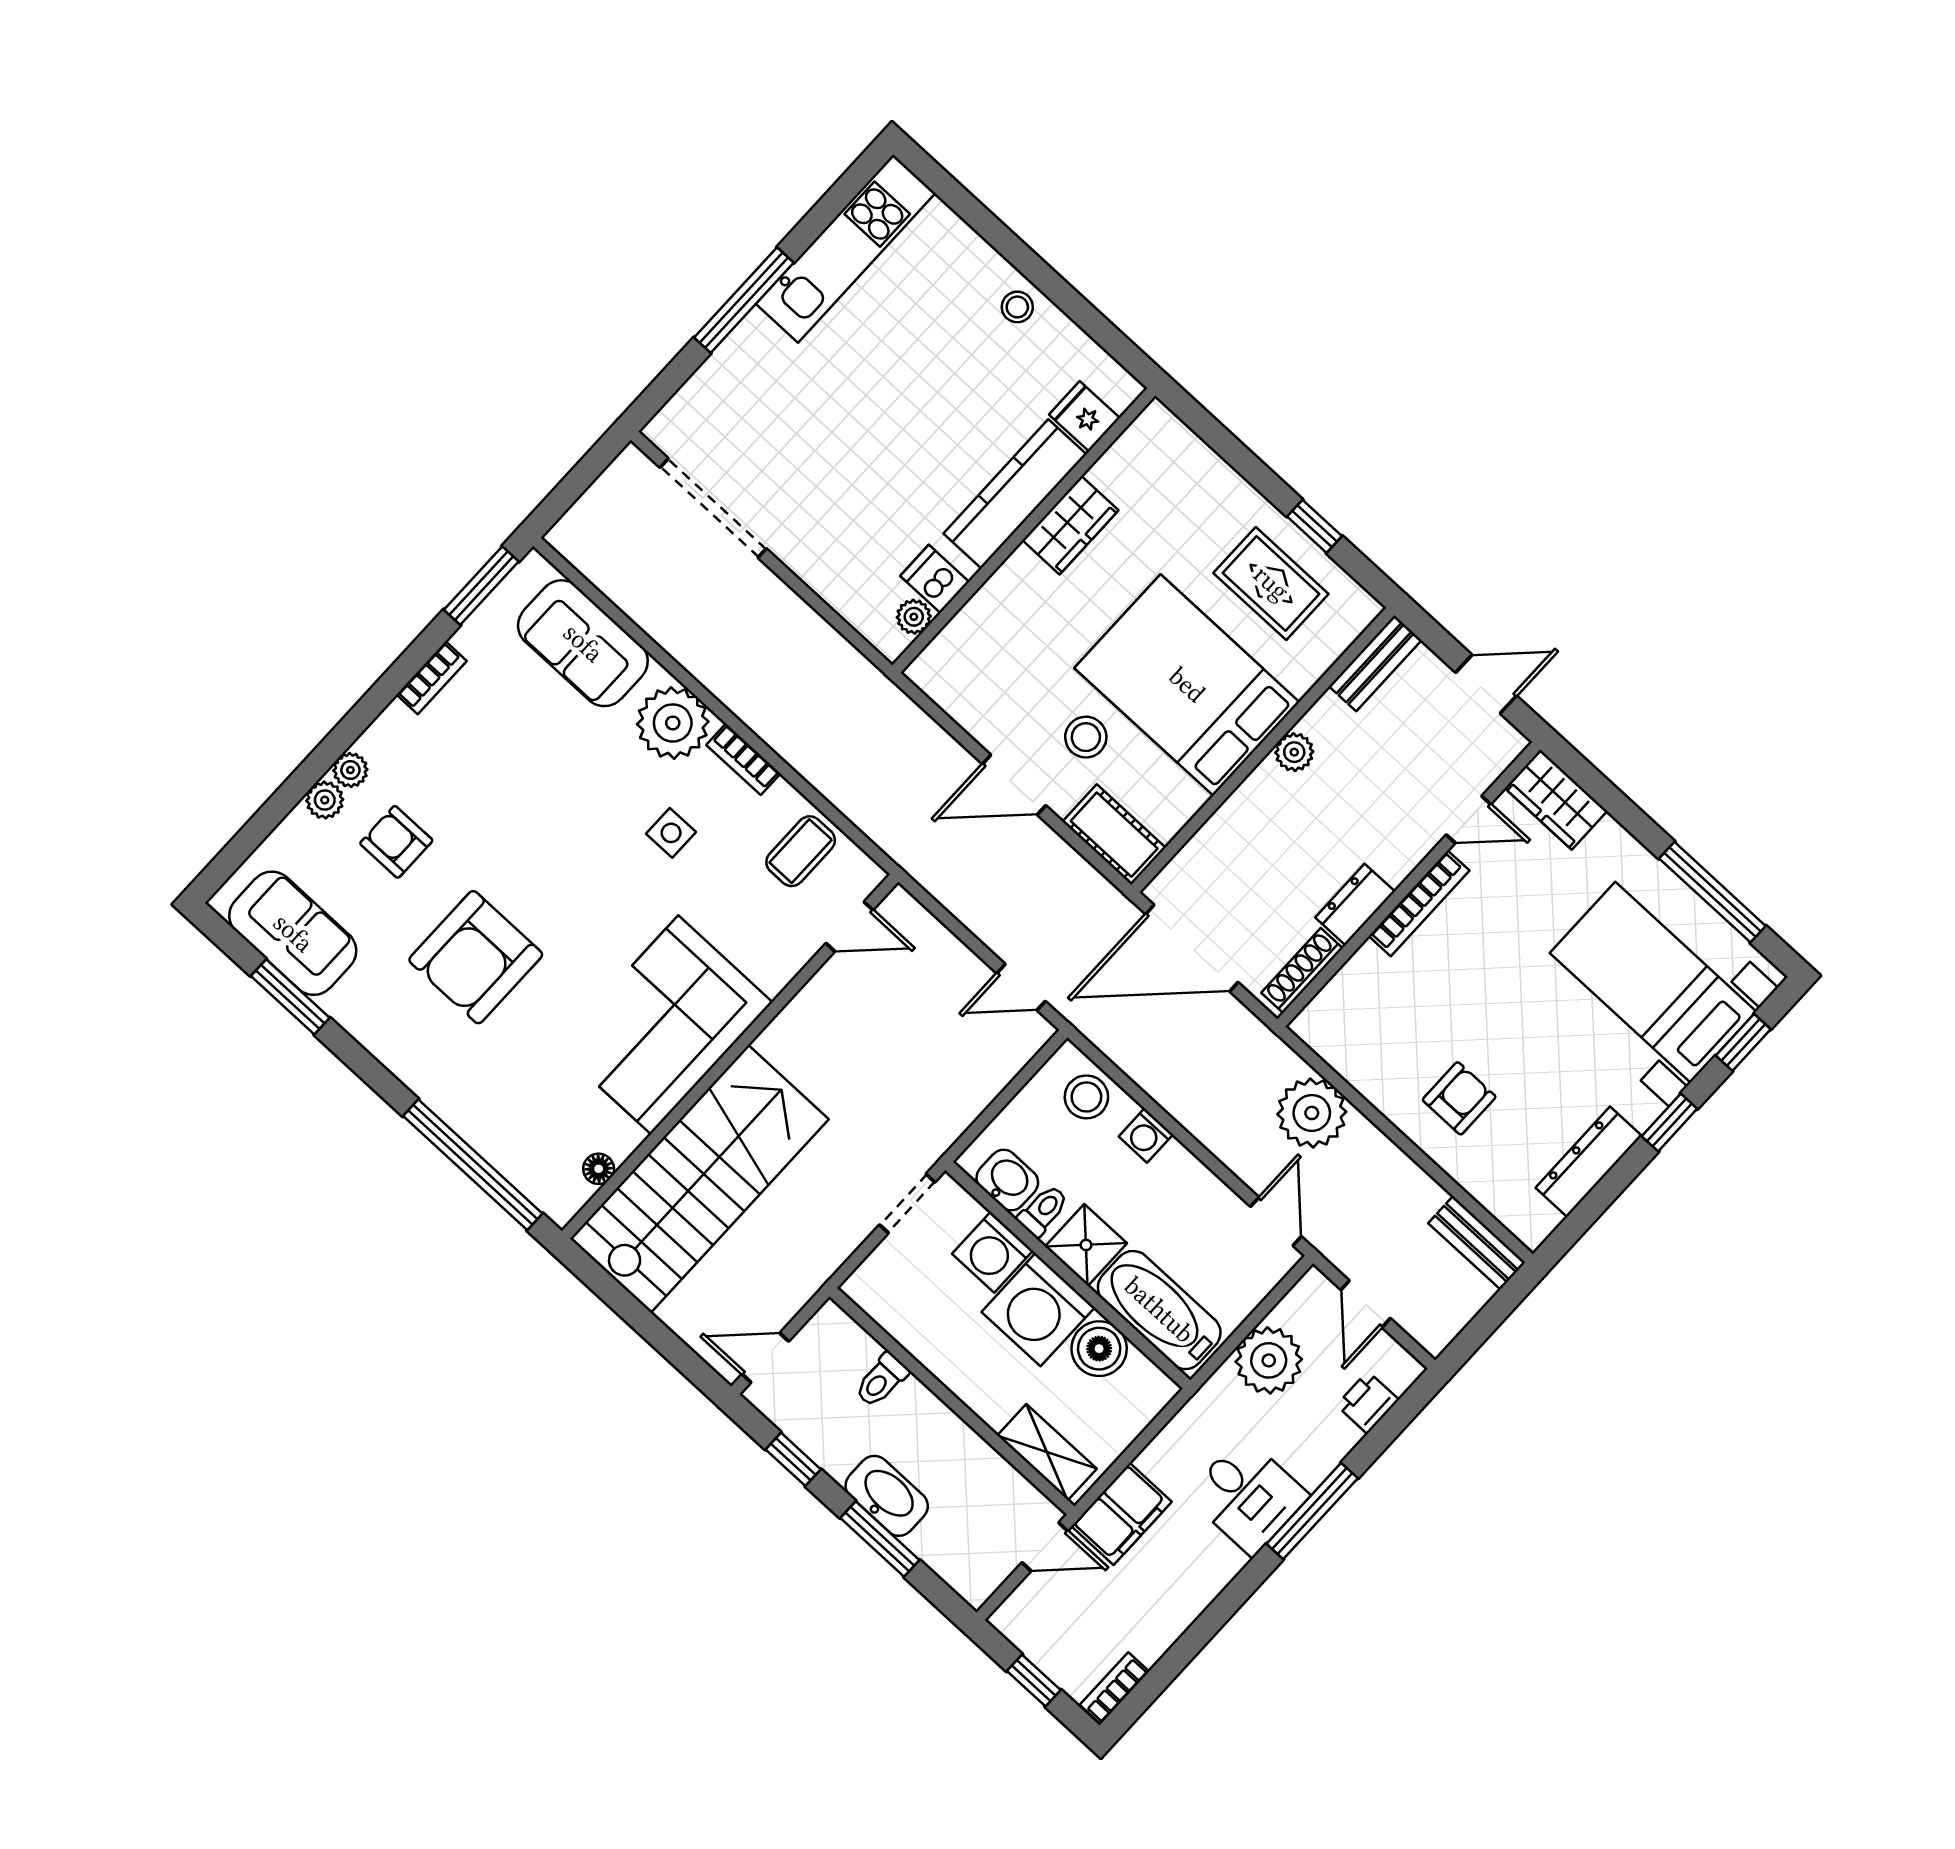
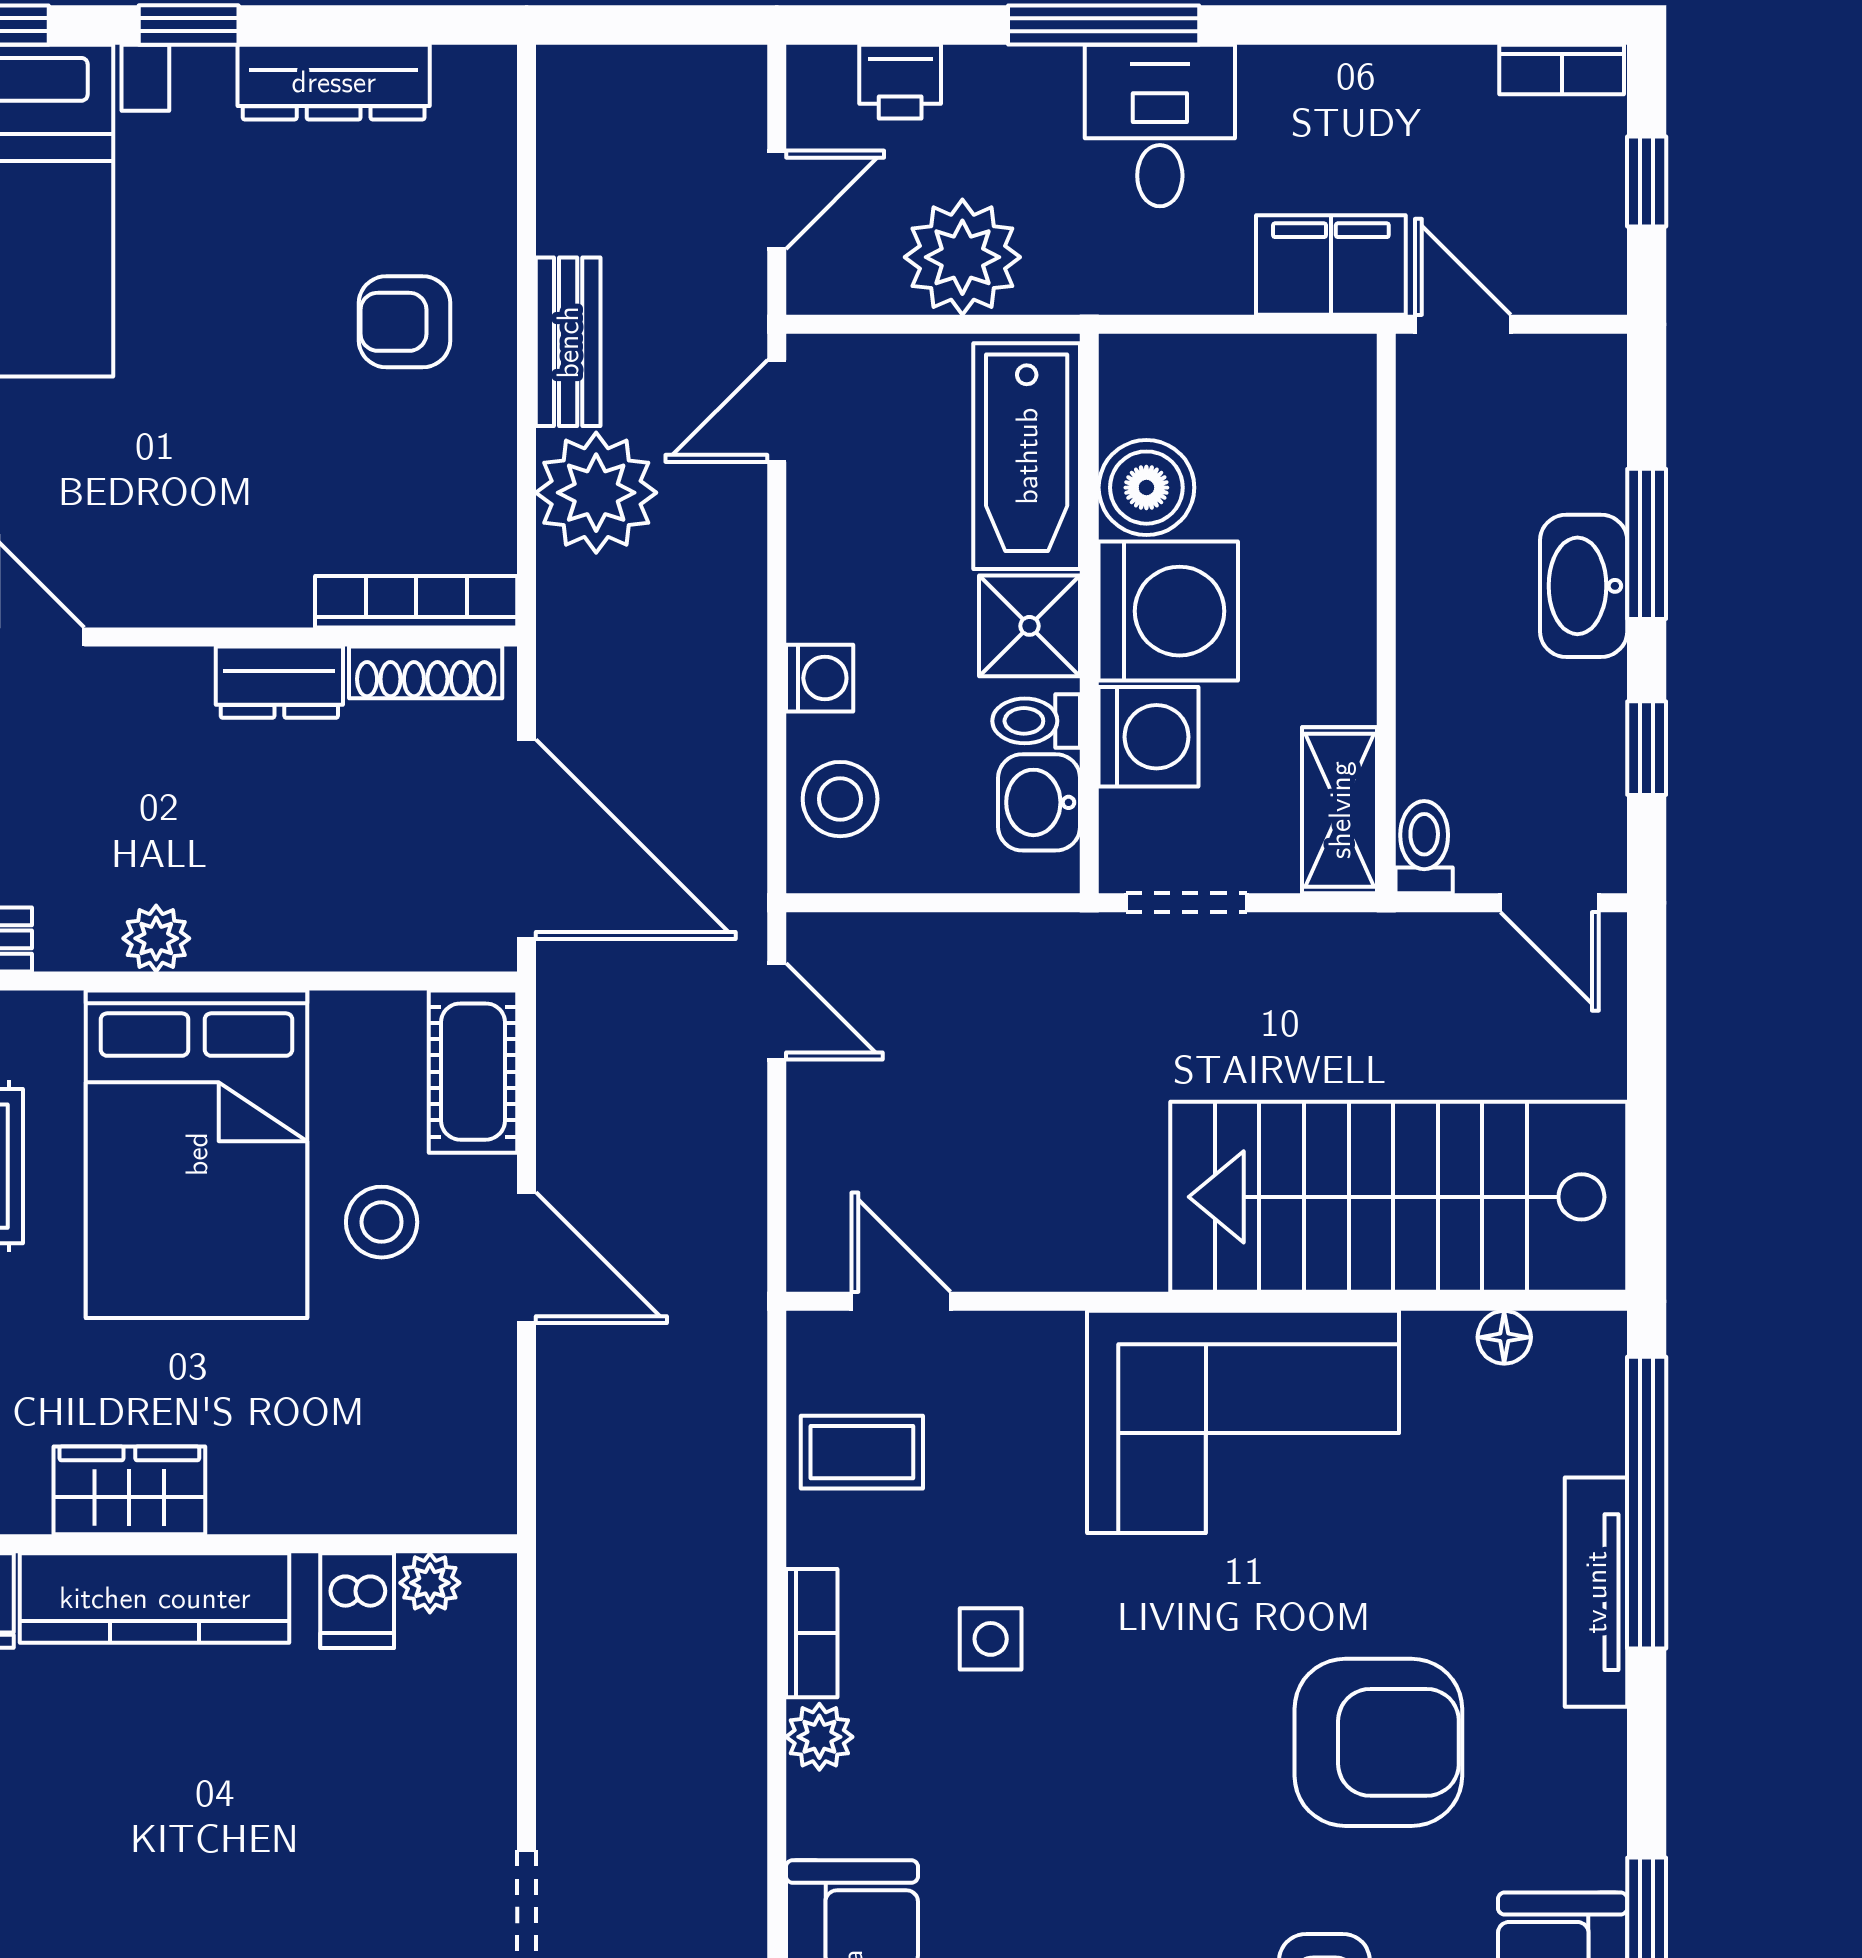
plant: (673, 723) -> (819, 1737), width x0.53, depth x0.53
bookcase: (1419, 903) -> (416, 602), moved
tv unit: (455, 1108) -> (1596, 1592), added
bench: (1477, 1243) -> (568, 342), moved
toilet: (881, 1380) -> (1424, 847), moved, turned -90
shelving: (1047, 1452) -> (1340, 810), moved

